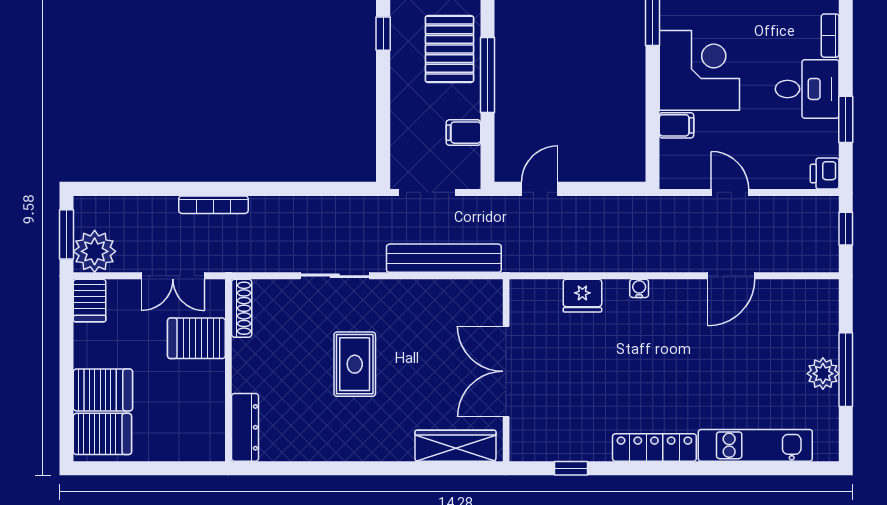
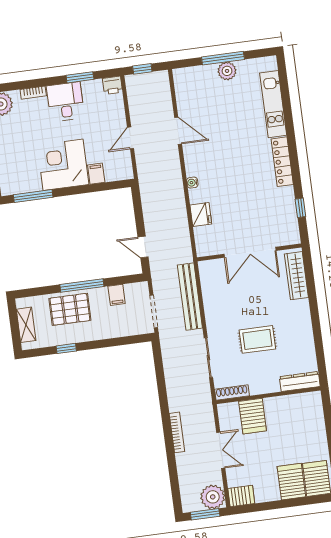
shoe rack: (242, 308) -> (232, 393), moved
server rack: (196, 338) -> (253, 416), moved
wall: (228, 370) -> (268, 395), moved
dresser: (245, 427) -> (300, 382), moved

